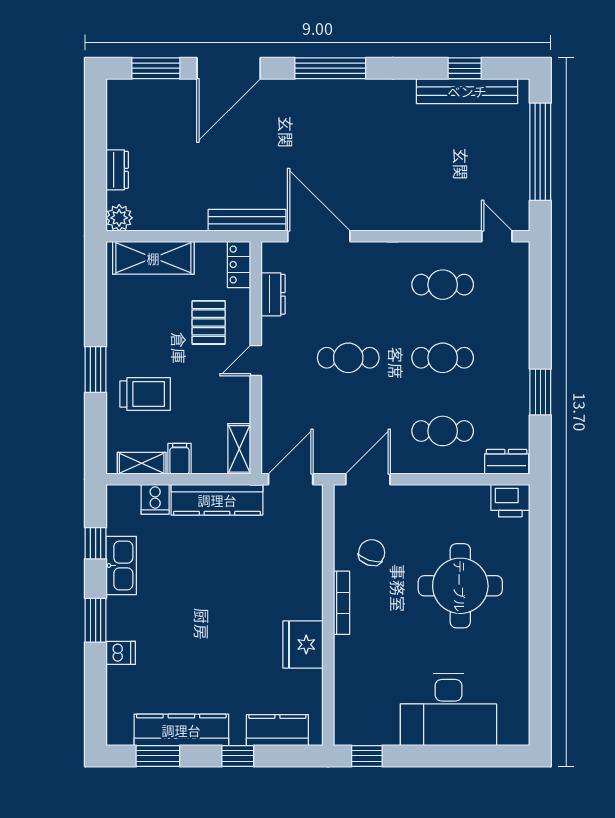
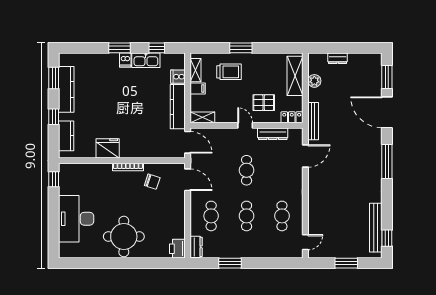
window: (465, 68) -> (387, 238), moved
window: (540, 152) -> (346, 263), width x0.47
plant: (119, 218) -> (314, 81), moved
door: (319, 236) -> (305, 156), width x0.73
dresser: (273, 294) -> (273, 134), width x1.44
trolley: (145, 394) -> (229, 72), turned -90
round table: (460, 586) -> (124, 237), moved
dishwasher: (121, 653) -> (125, 60), moved

